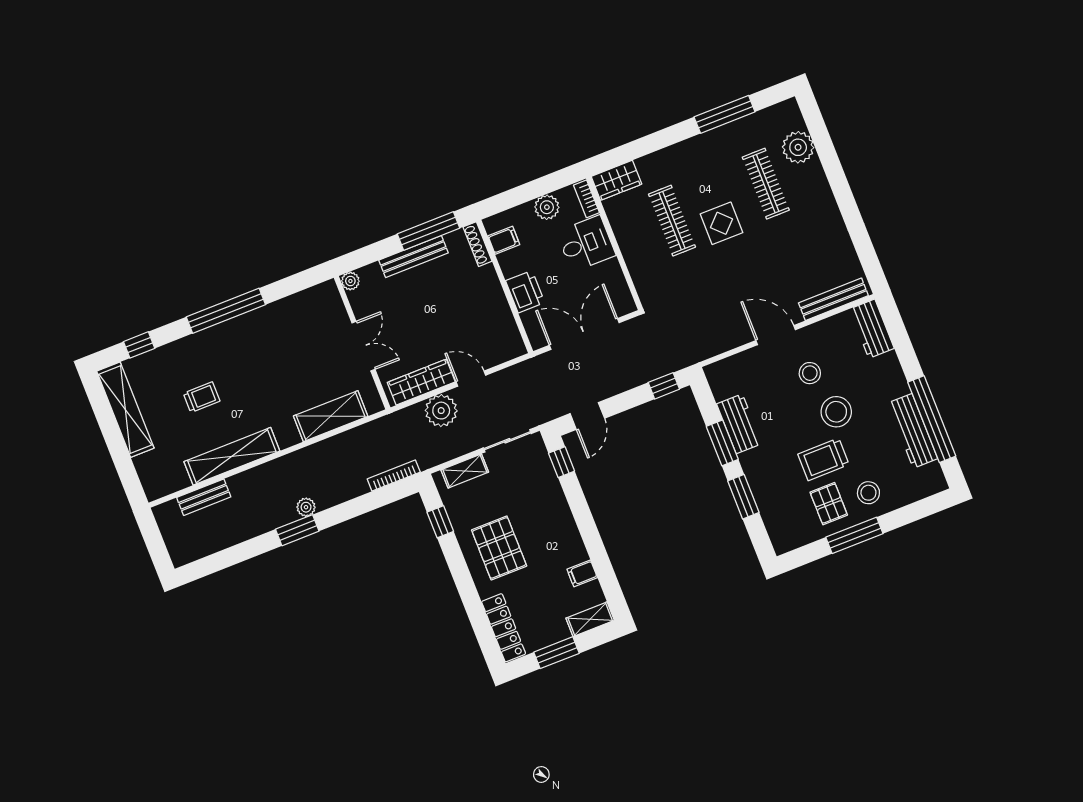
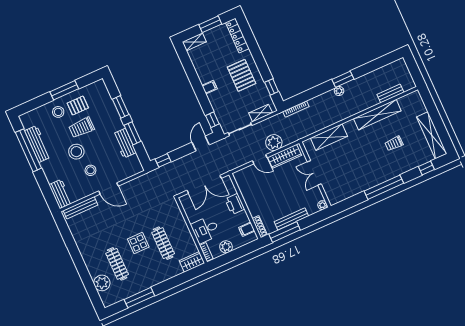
trolley: (823, 459) -> (82, 128), turned 180
pallet: (829, 504) -> (78, 106), turned 90
filing cabinet: (582, 573) -> (210, 87), moved

